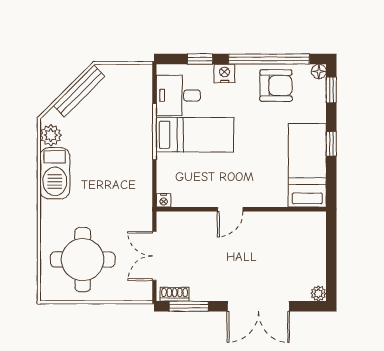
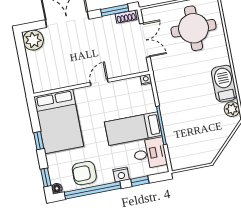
bench: (79, 91) -> (218, 143), removed
bed: (307, 165) -> (59, 121), width x1.50
plant: (318, 293) -> (33, 40), width x1.88, depth x1.88

